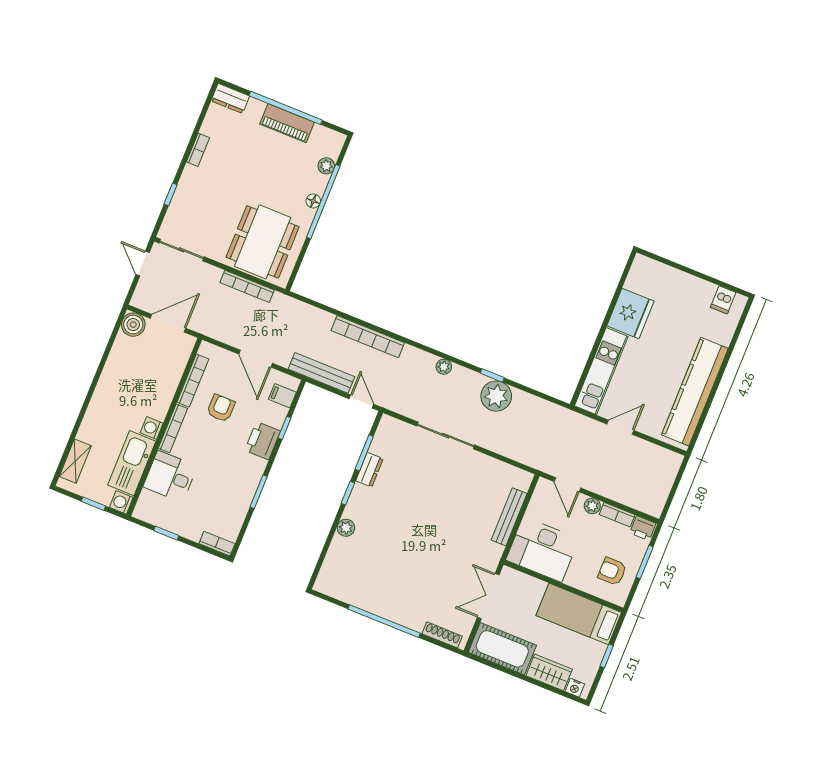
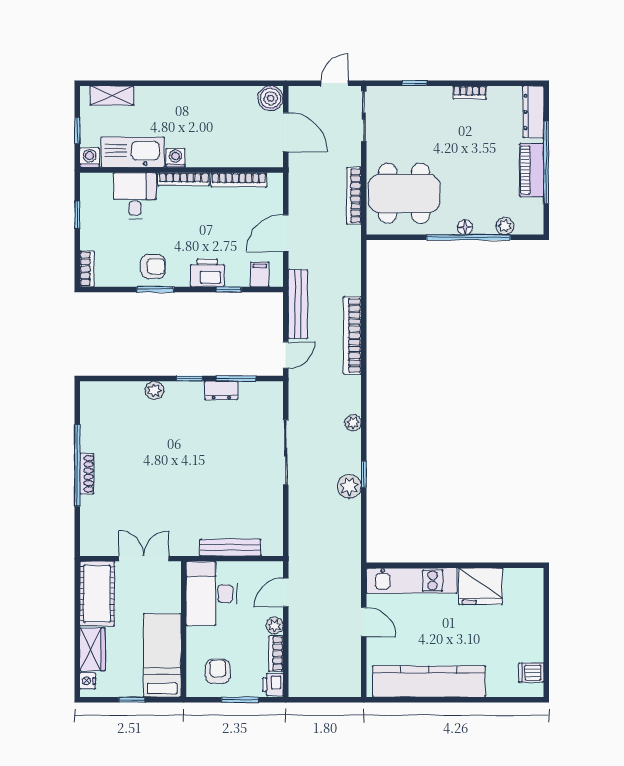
dresser: (230, 98) -> (533, 112), width x1.44
plant: (496, 396) -> (349, 486), width x0.73, depth x0.73
armchair: (221, 408) -> (153, 266), moved
shoe rack: (442, 635) -> (87, 474), moved

